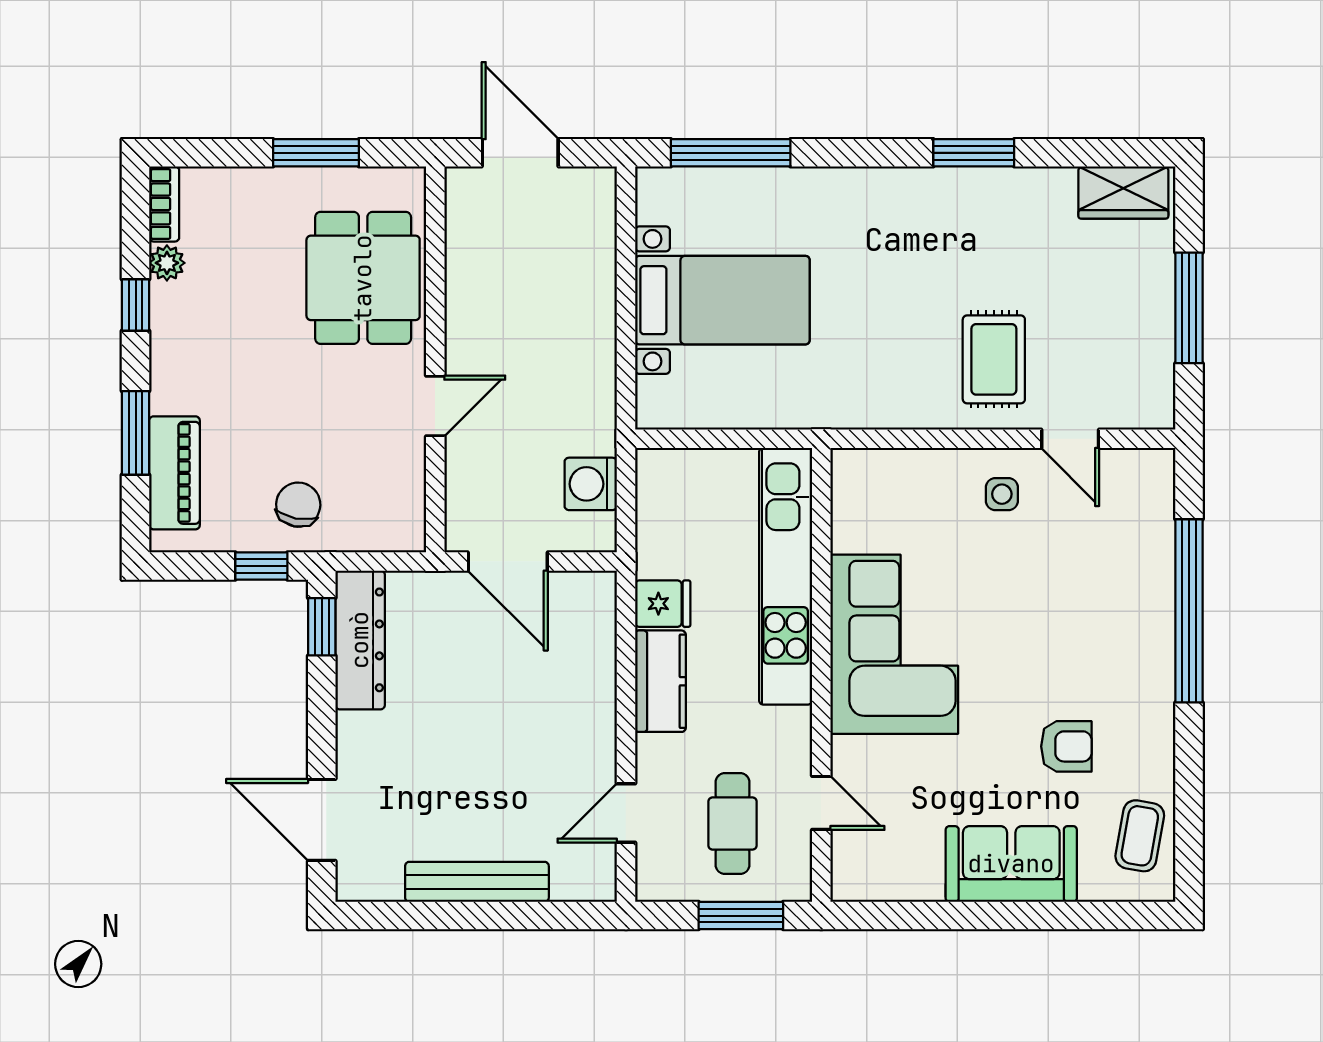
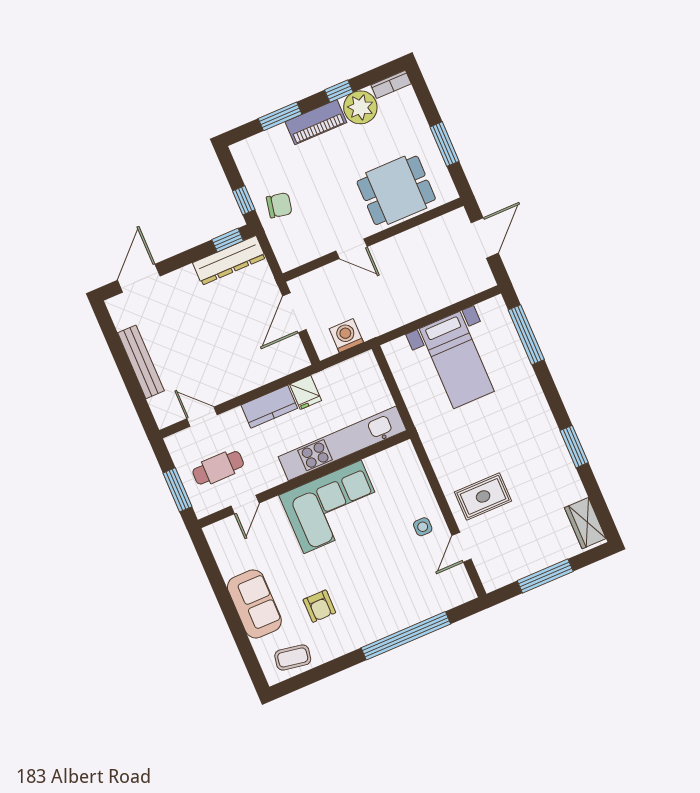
plant: (167, 263) -> (360, 107), width x1.88, depth x1.88
piano: (174, 473) -> (316, 122), moved

